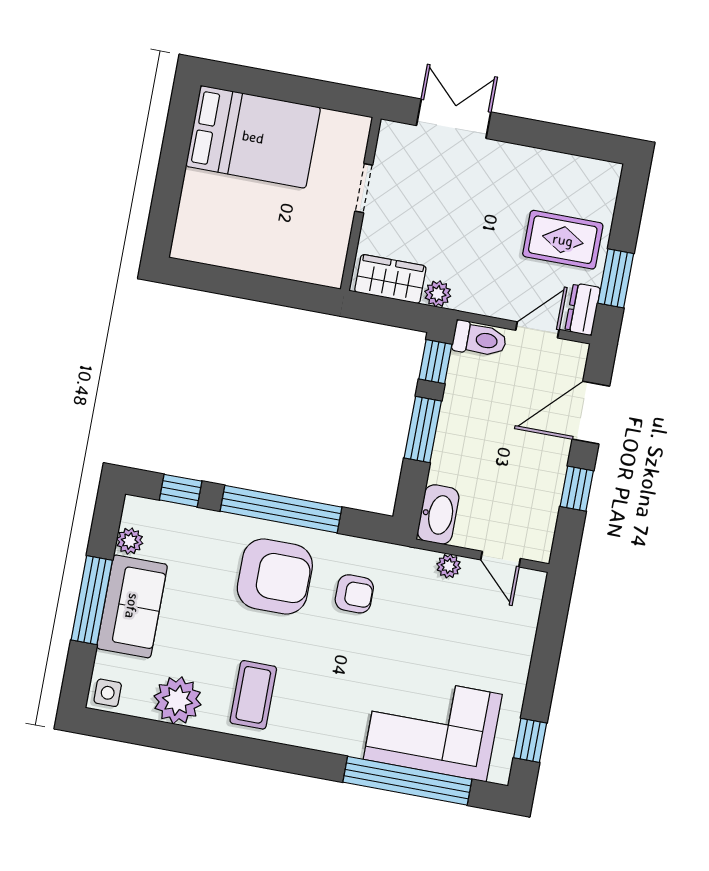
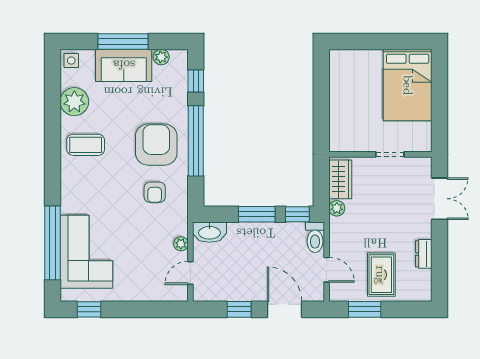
dresser: (583, 309) -> (424, 254), moved, turned -90
armchair: (275, 576) -> (156, 145), turned 180

